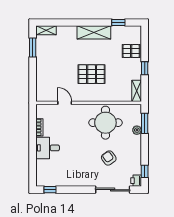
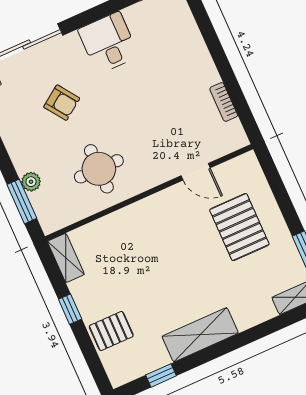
pallet: (92, 74) -> (239, 227), moved, turned 90
round table: (105, 123) -> (99, 169), width x0.73, depth x0.73
desk: (48, 148) -> (108, 43), moved, turned -90

